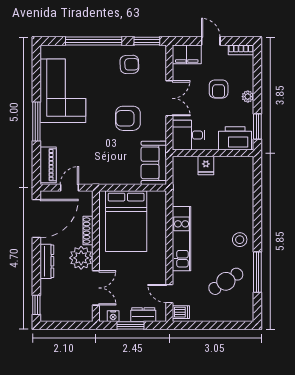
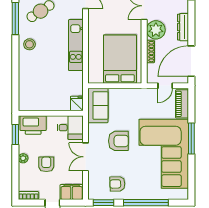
corner sofa: (63, 91) -> (164, 154), width x1.36, depth x1.36
fridge: (206, 165) -> (77, 103), moved

